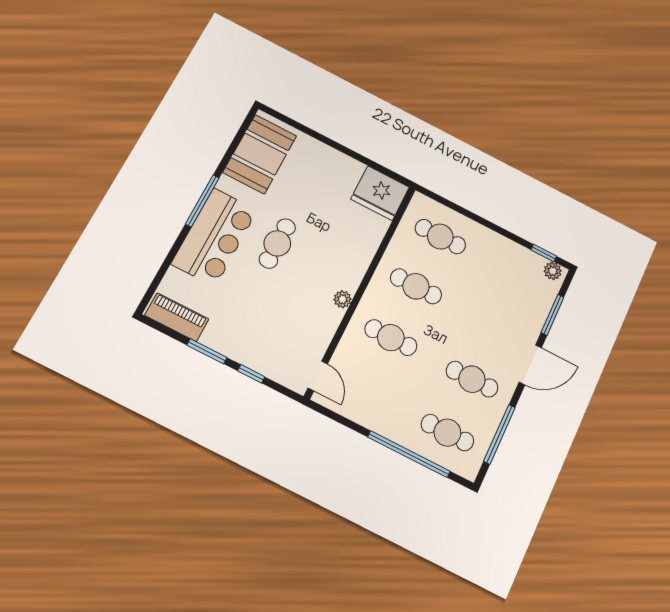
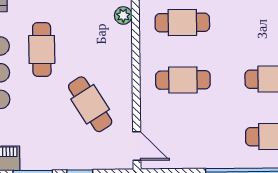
plant: (343, 299) -> (123, 15), moved
cafe table: (295, 315) -> (90, 104), added

